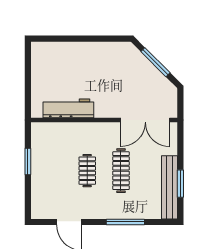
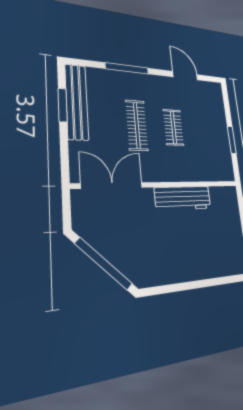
window: (155, 62) -> (104, 264), width x1.46
workbench: (68, 108) -> (183, 198), moved

